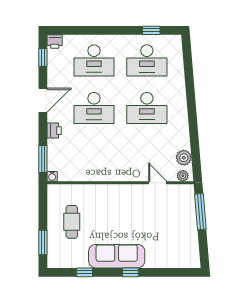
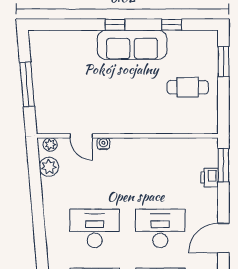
printer: (54, 131) -> (209, 178), moved
water cooler: (52, 176) -> (103, 144), moved
window: (200, 212) -> (27, 84), moved
cafe table: (72, 222) -> (188, 87), turned 90

